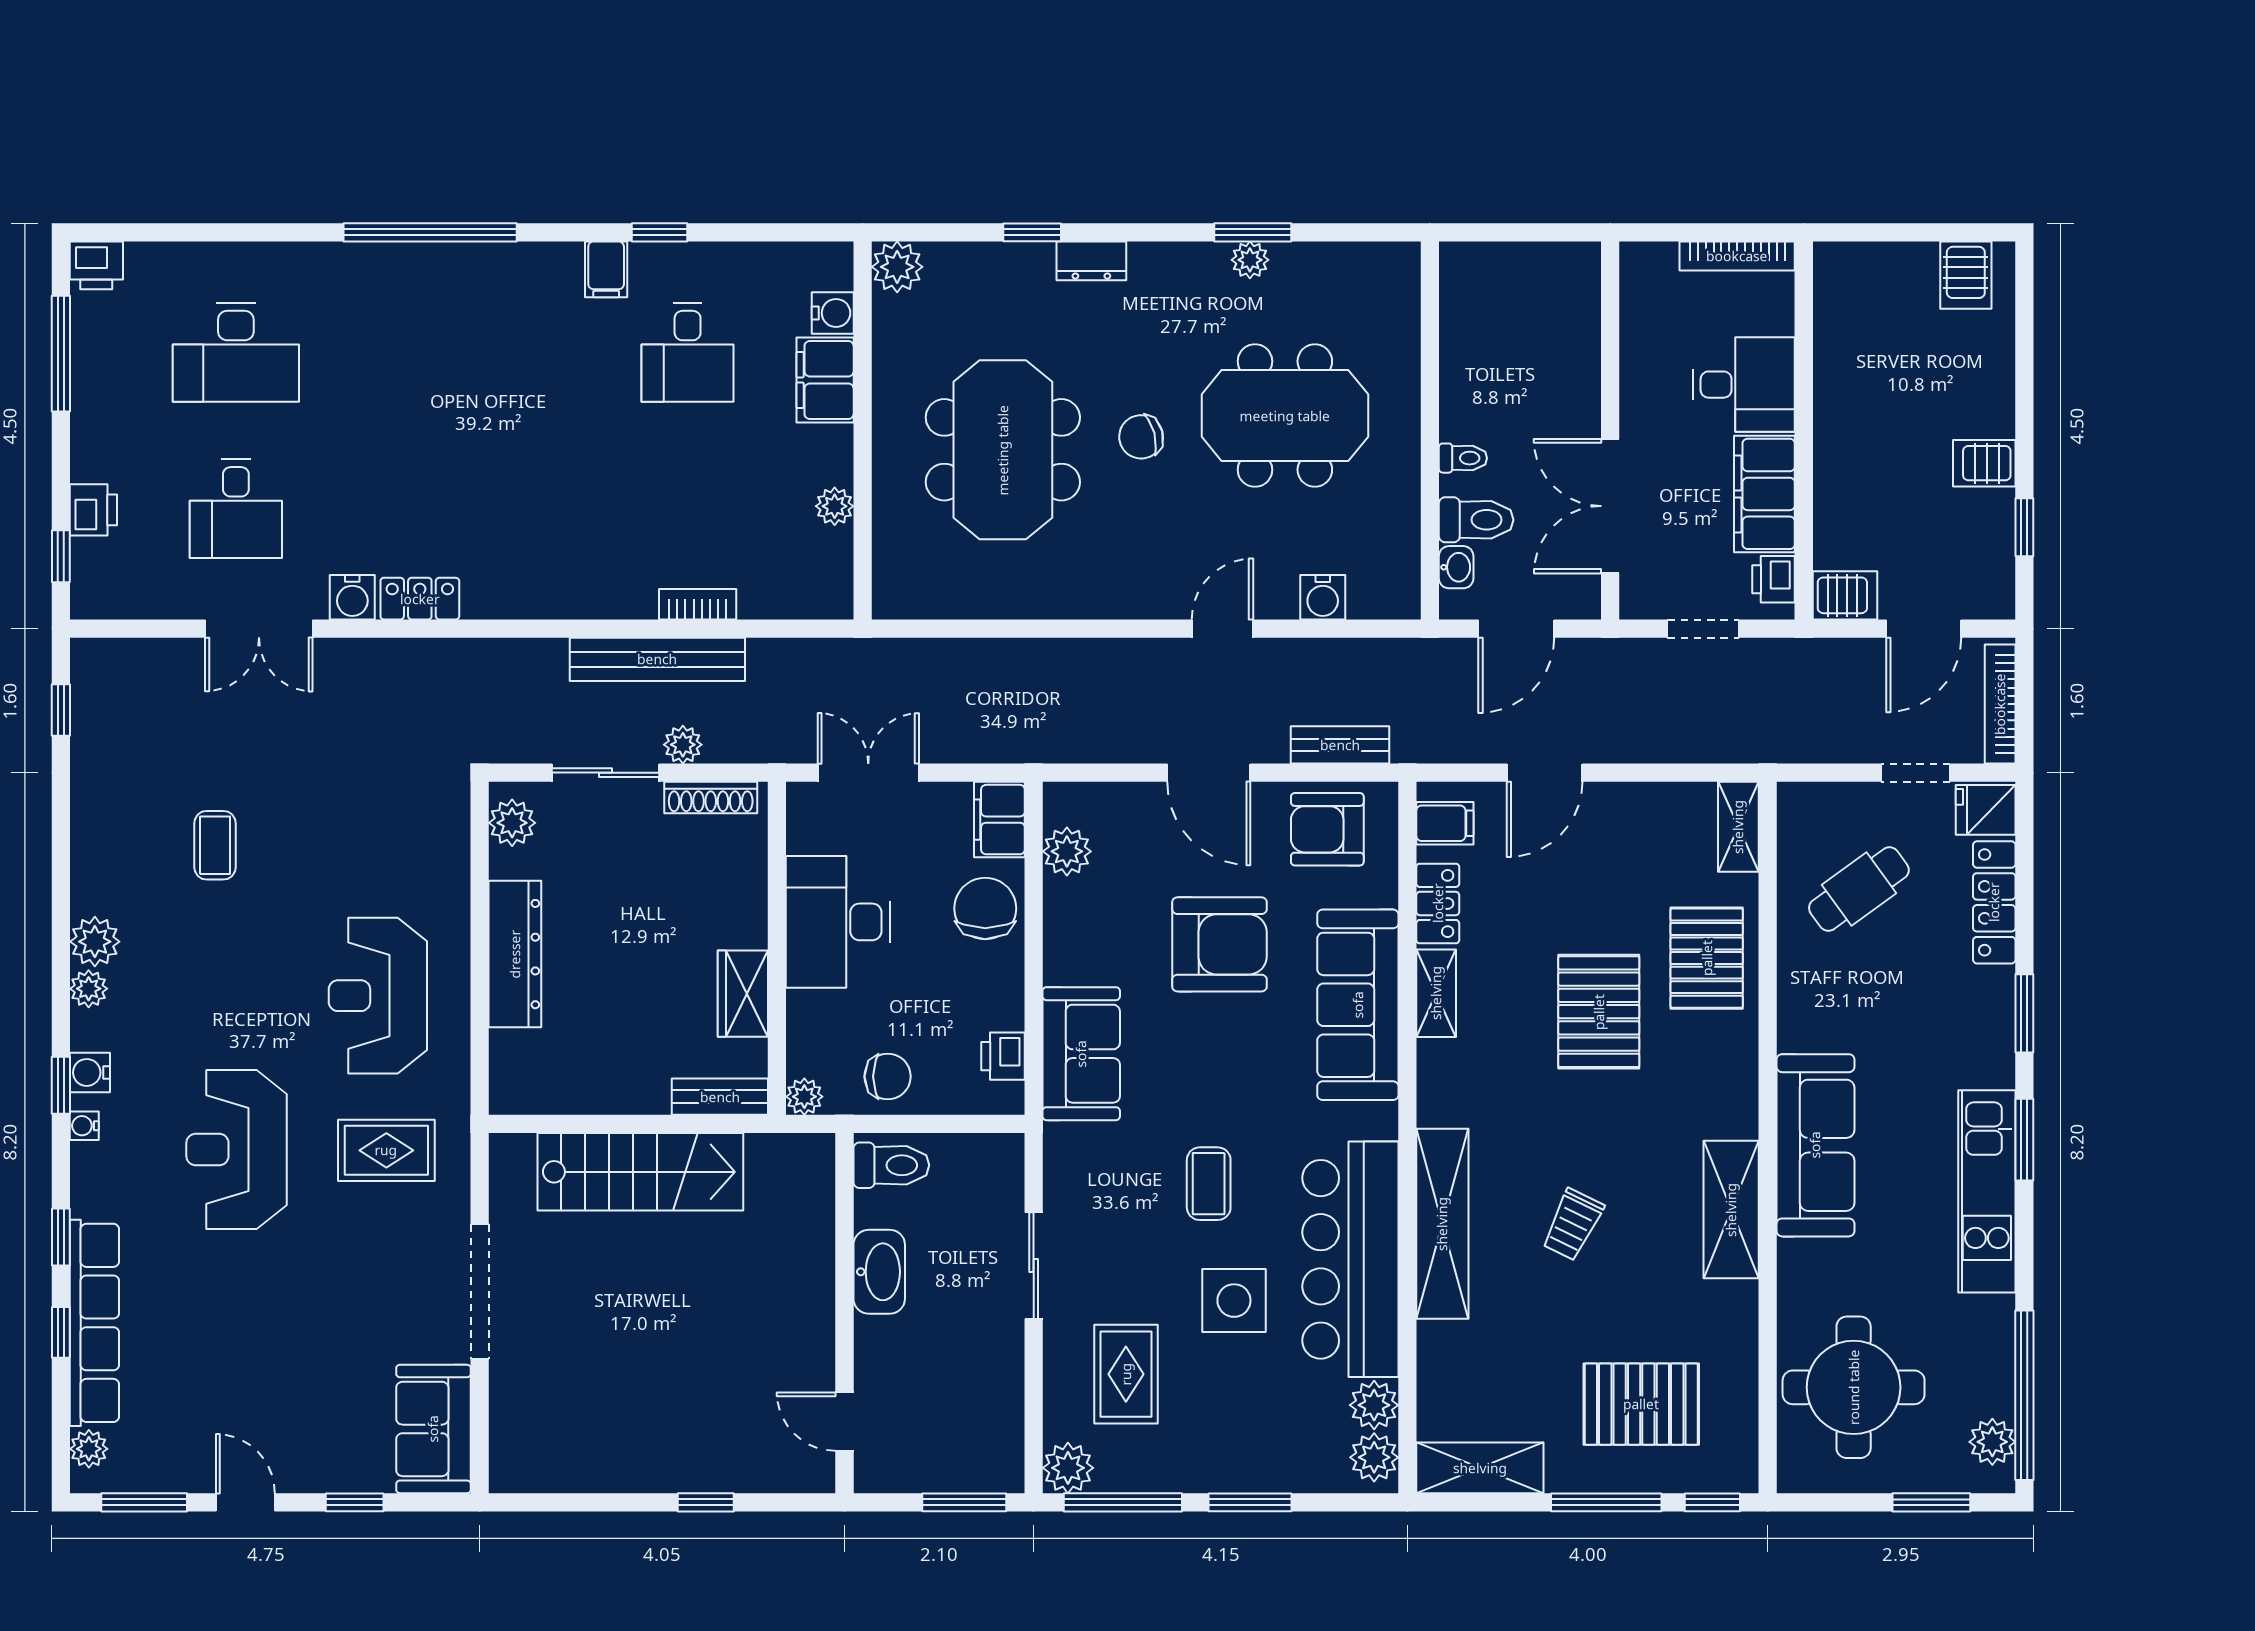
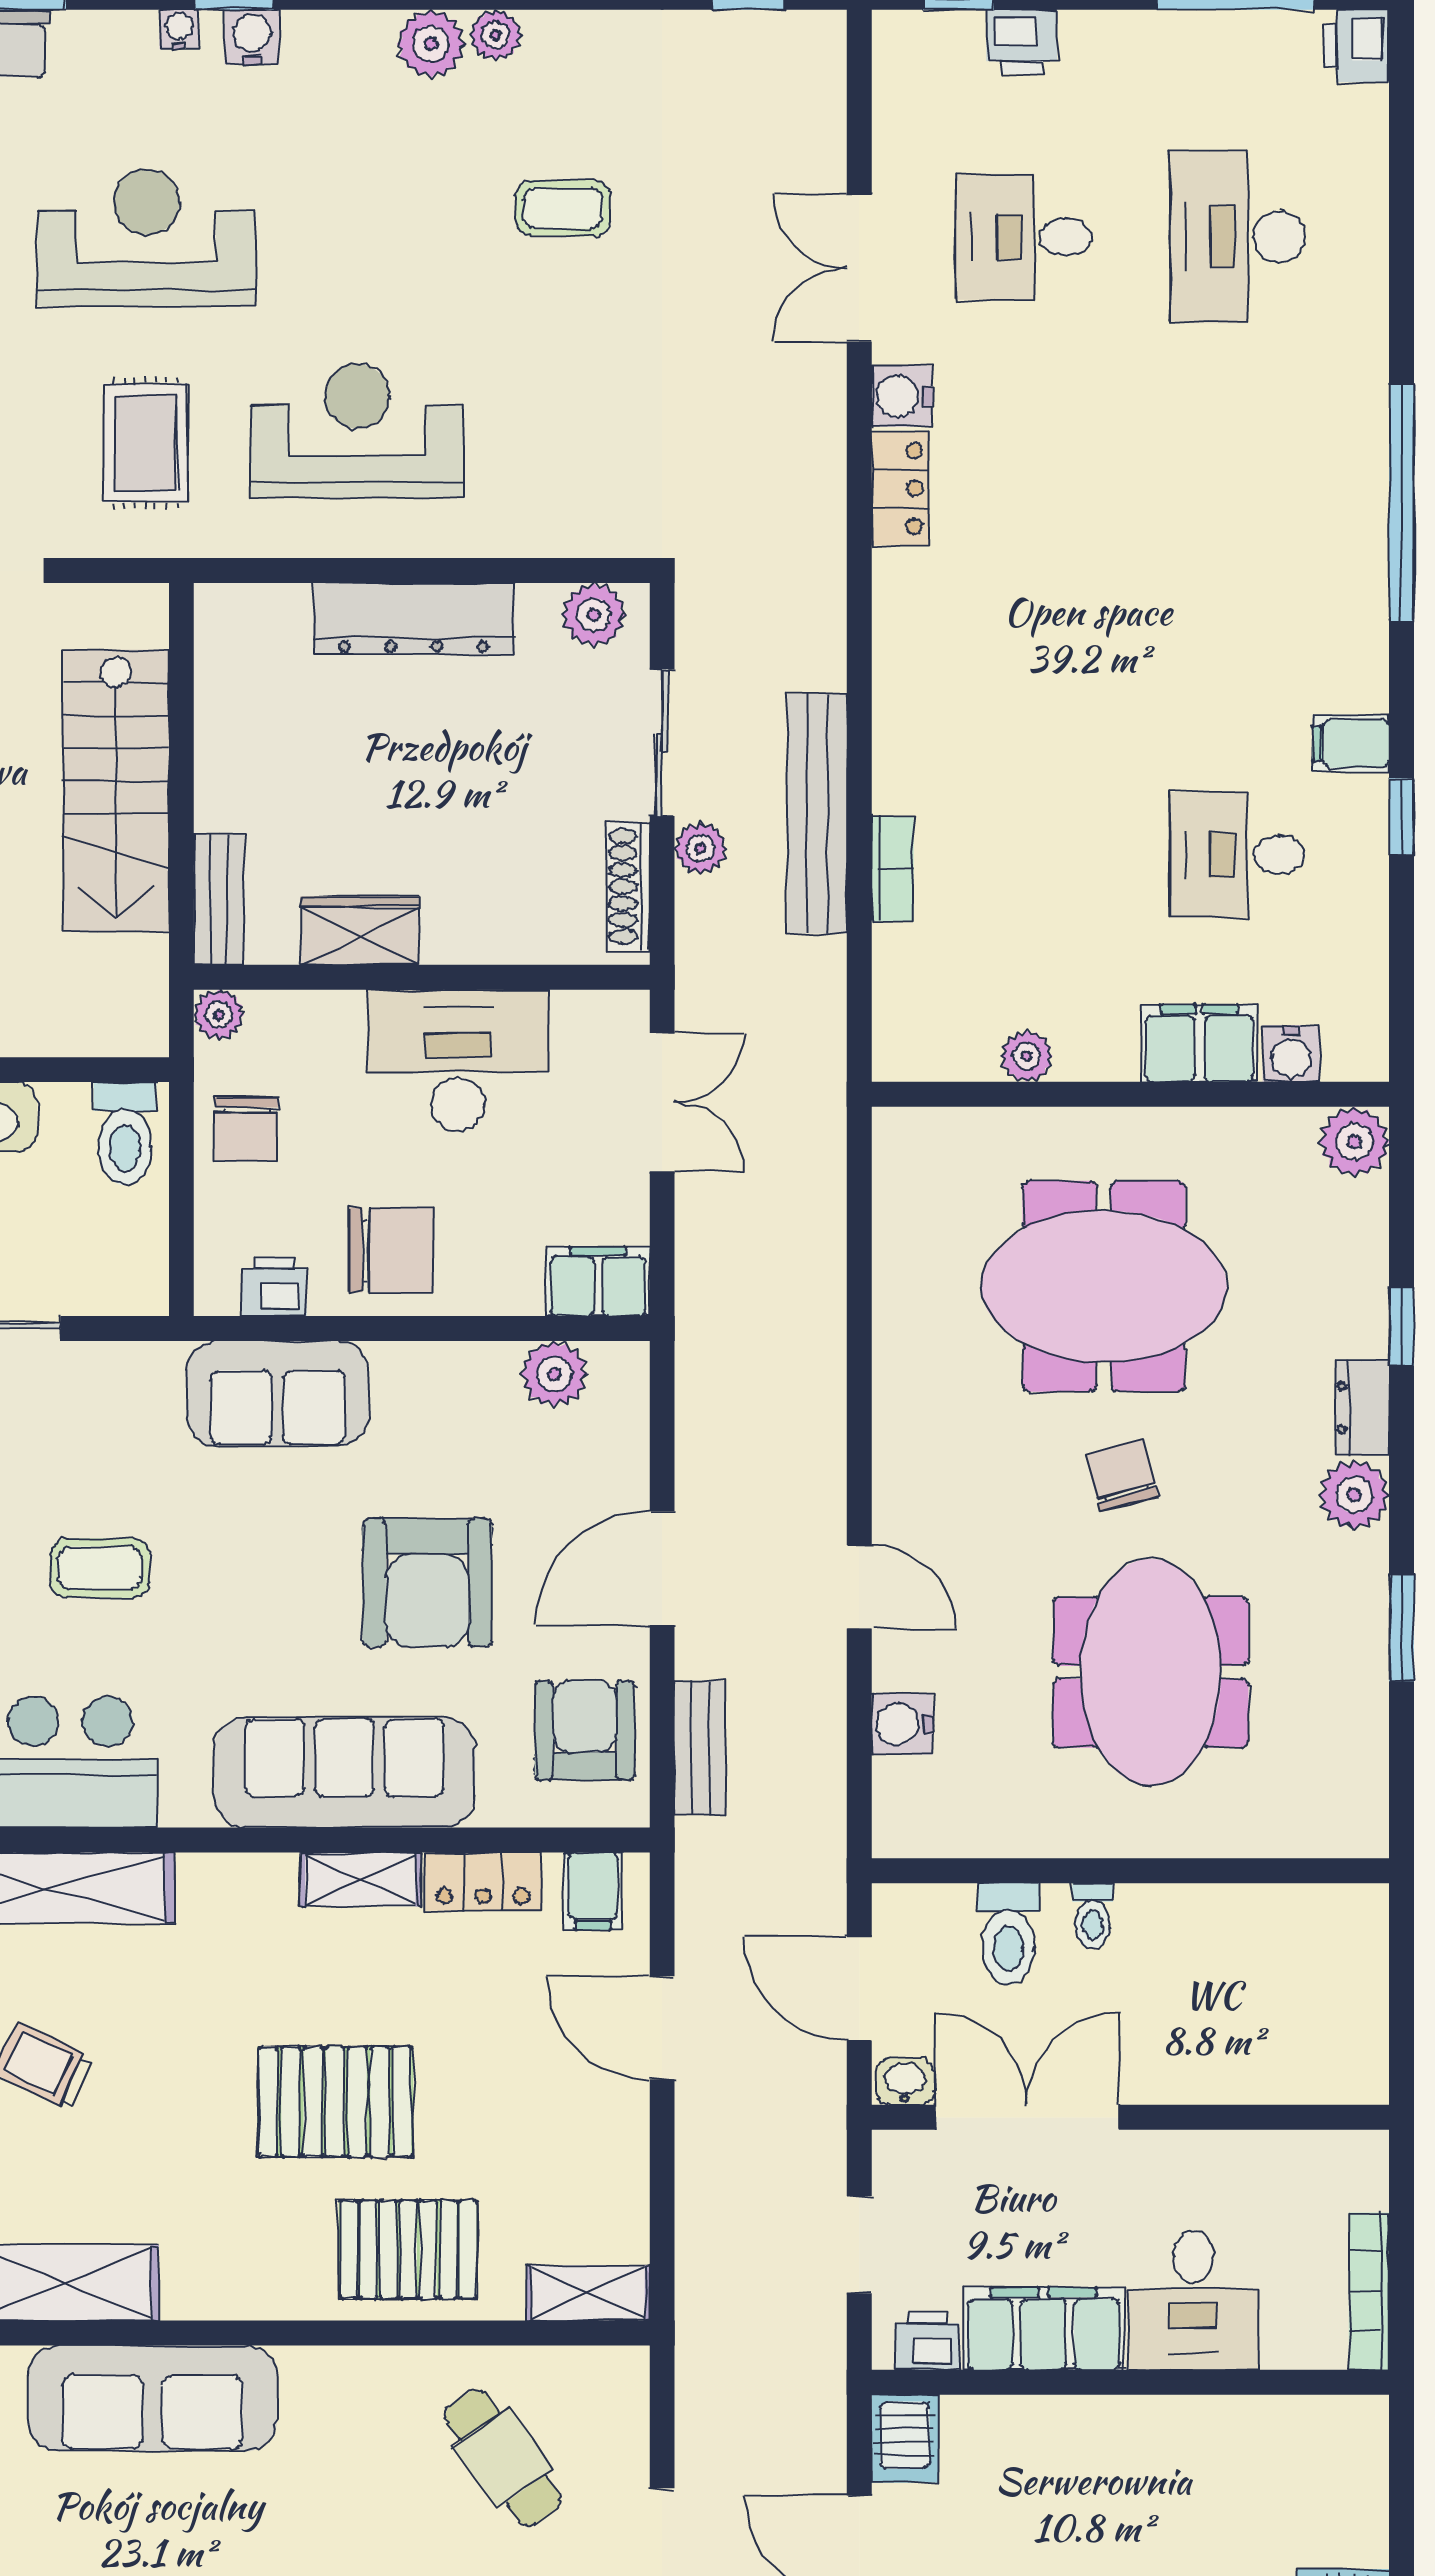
plant: (1250, 260) -> (1354, 1495), moved, width x1.38, depth x1.38
washbasin: (1456, 567) -> (905, 2081), moved, turned 180
chair: (985, 908) -> (391, 1250), moved
plant: (89, 989) -> (496, 35), moved

